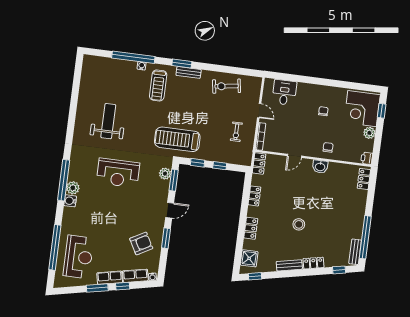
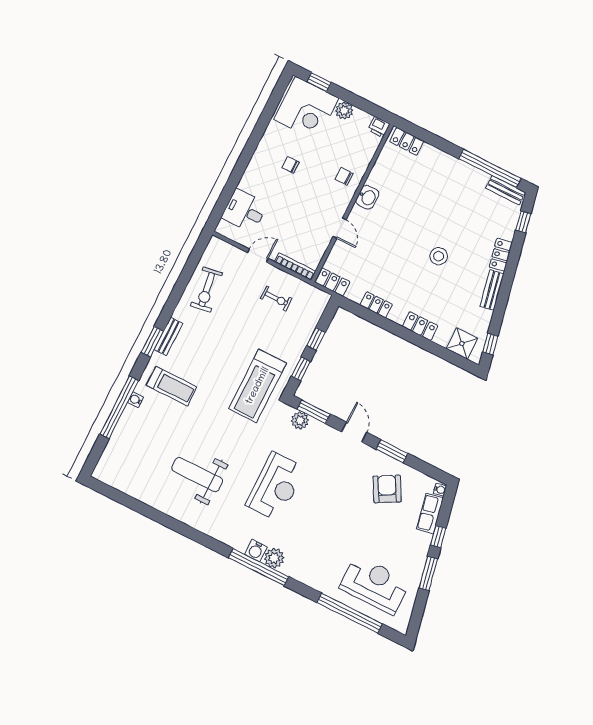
water cooler: (70, 201) -> (256, 551), moved
row of seats: (110, 278) -> (420, 551), removed

